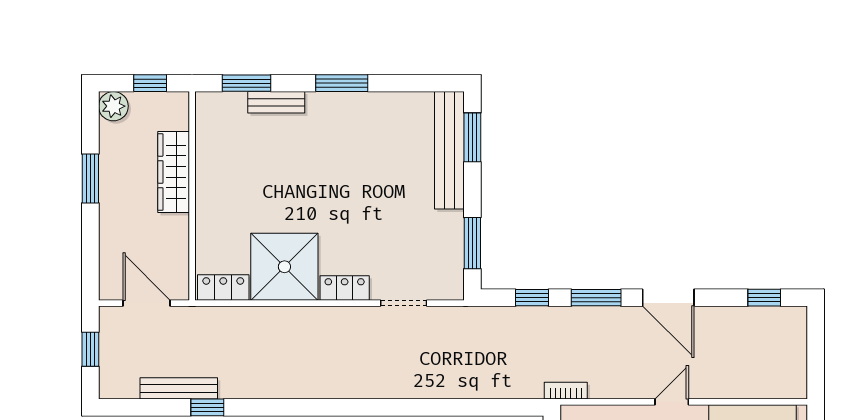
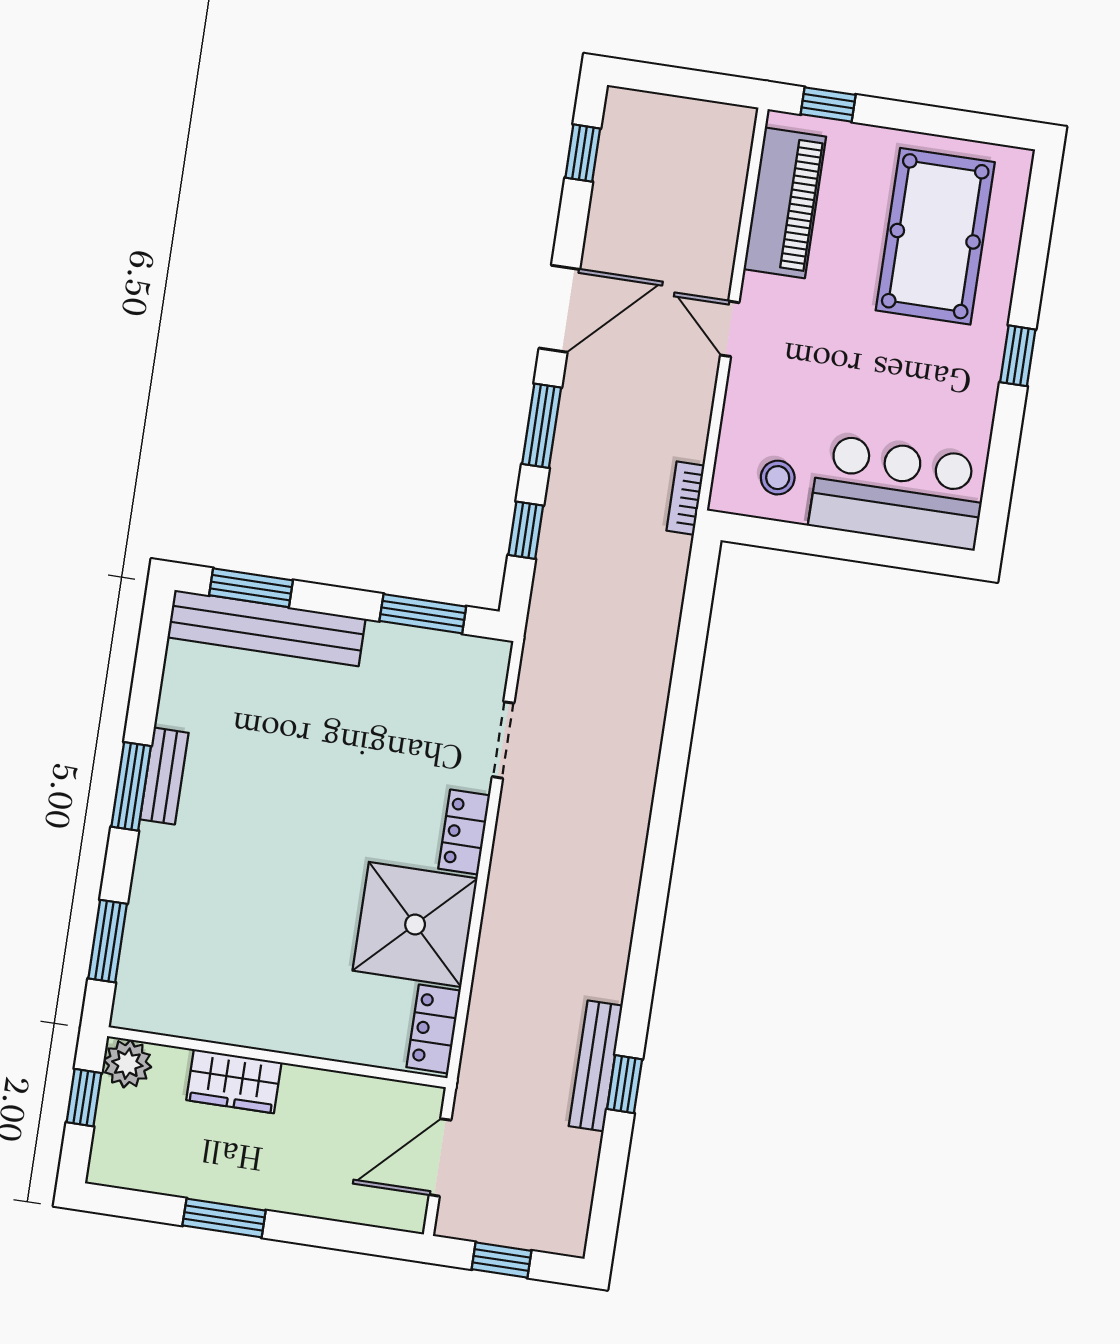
bench: (276, 102) -> (164, 776), moved
plant: (113, 106) -> (127, 1064), moved
wardrobe: (174, 172) -> (234, 1081), width x0.67
bench: (179, 388) -> (596, 1066), moved

